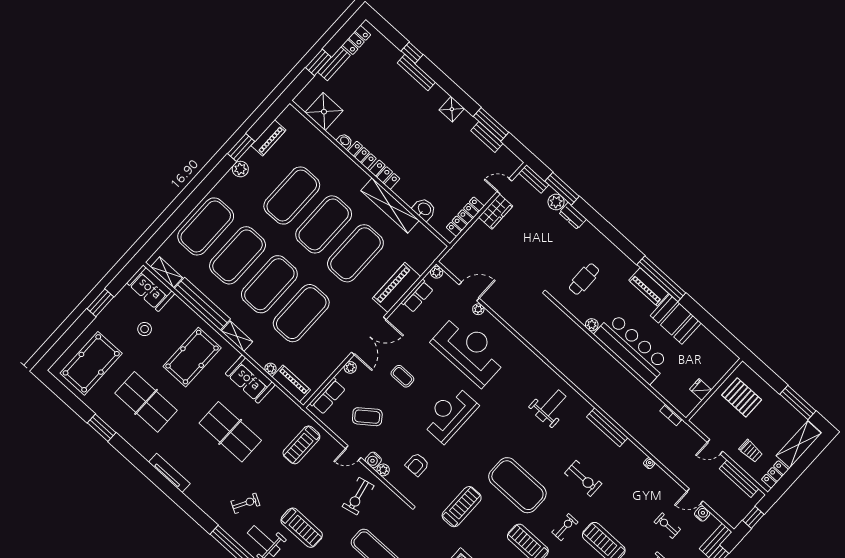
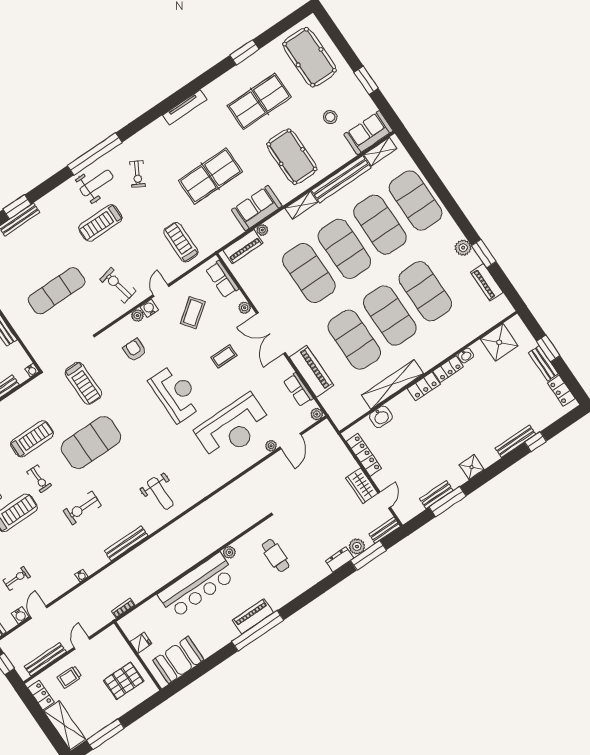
booth: (676, 319) -> (178, 660), moved

